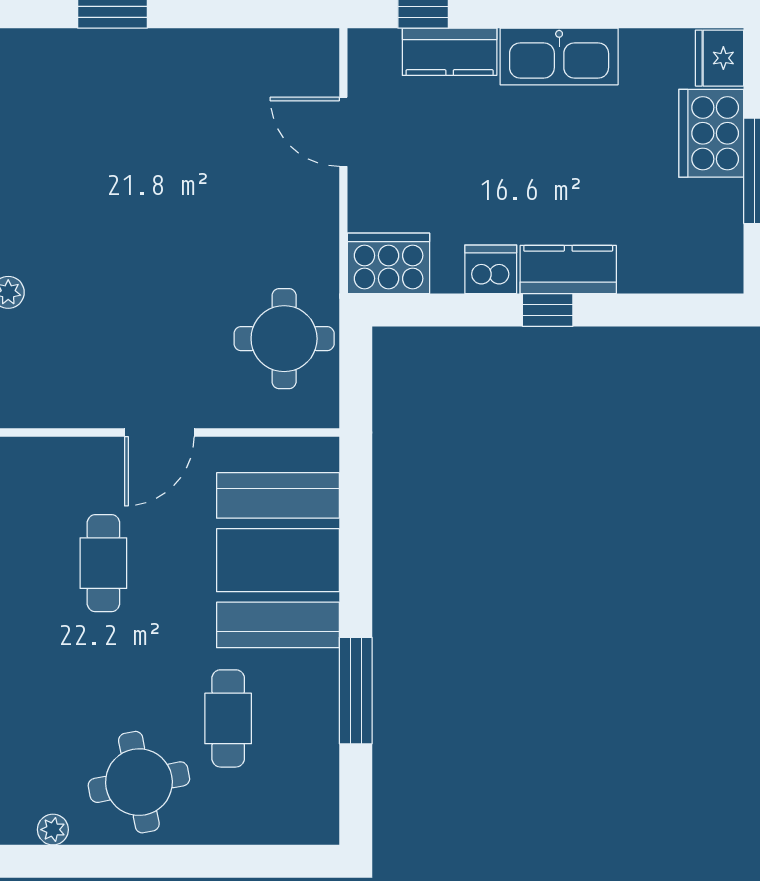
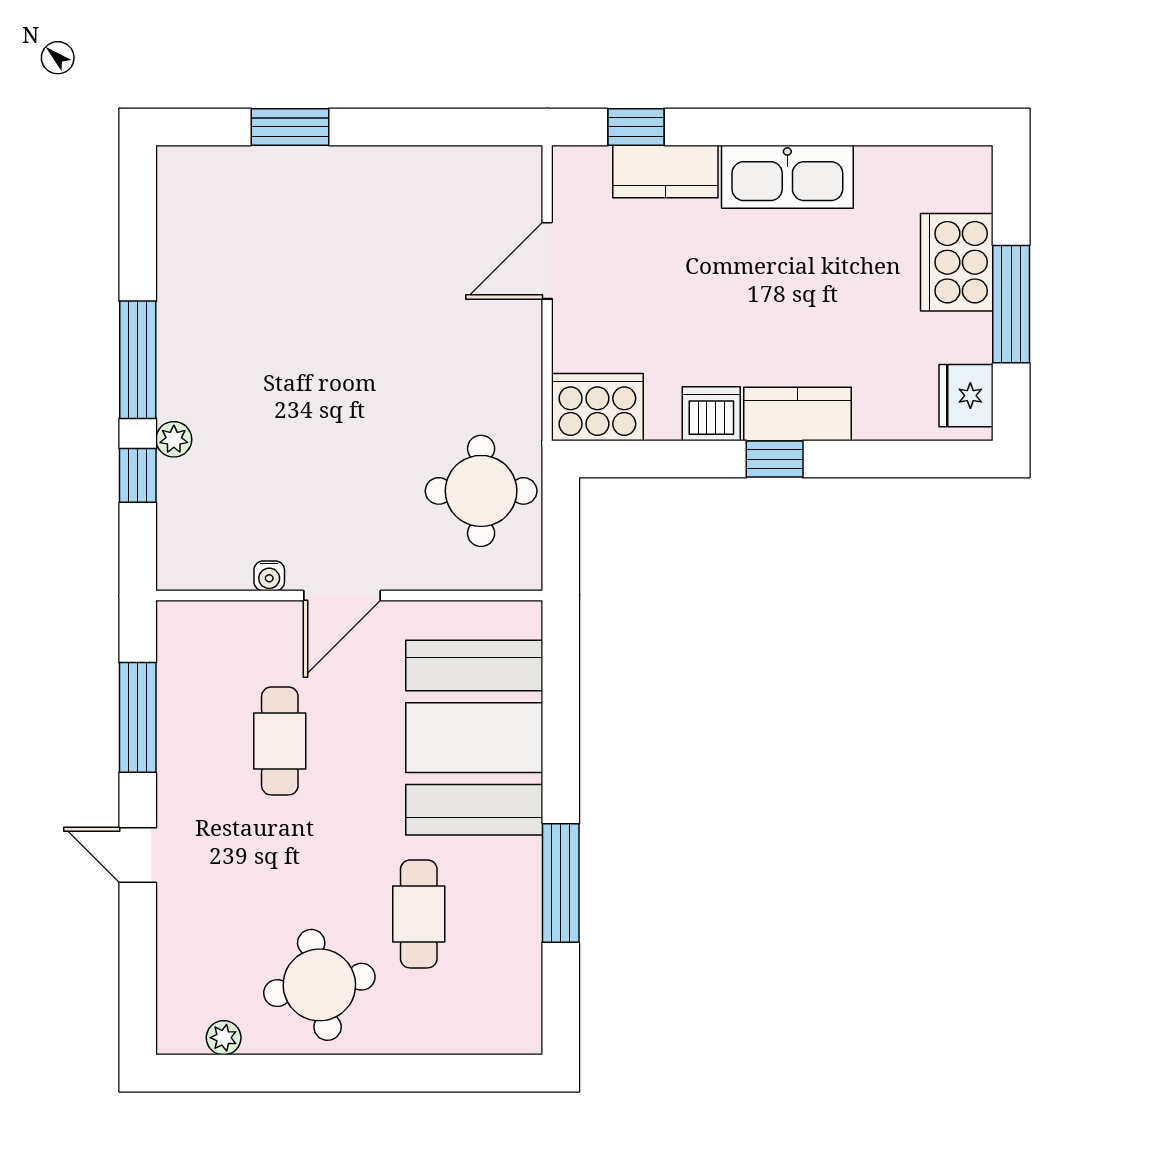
fridge: (720, 58) -> (966, 396), moved
door: (343, 132) -> (547, 261), hinge flipped
water cooler: (94, 415) -> (269, 576), added

